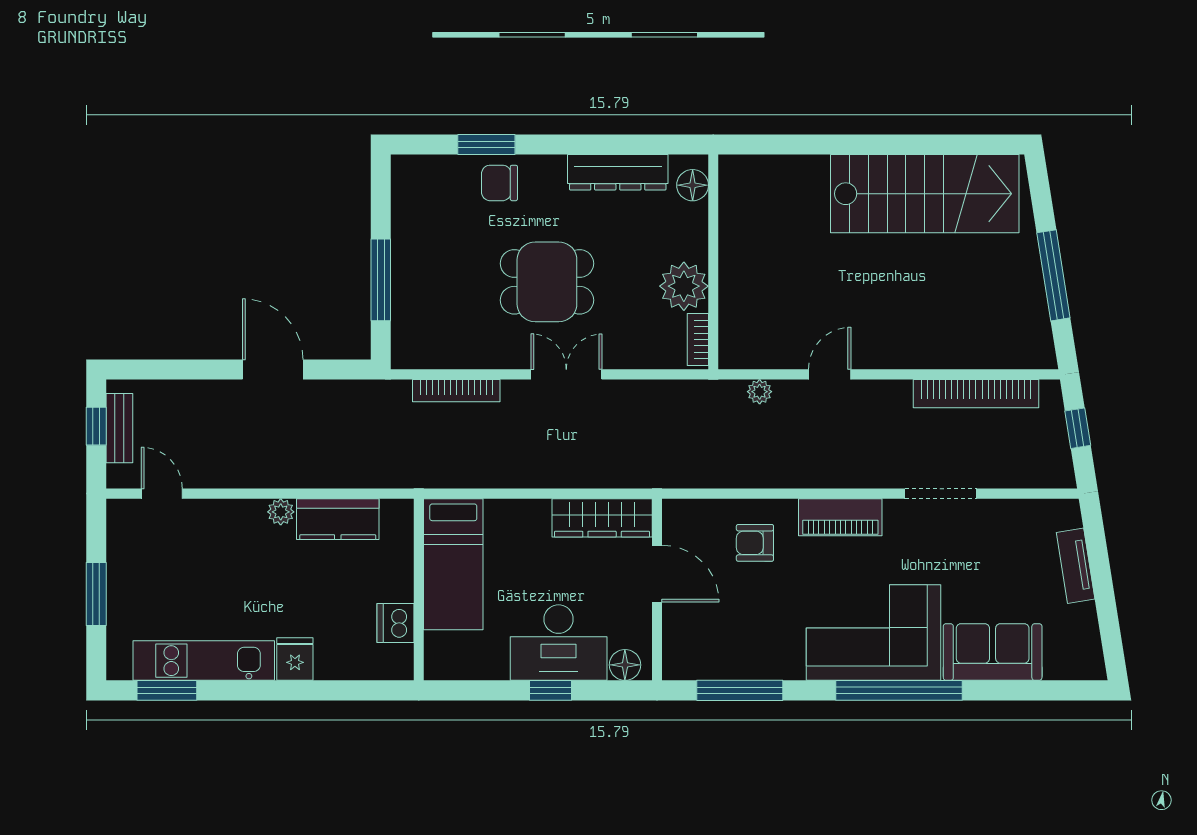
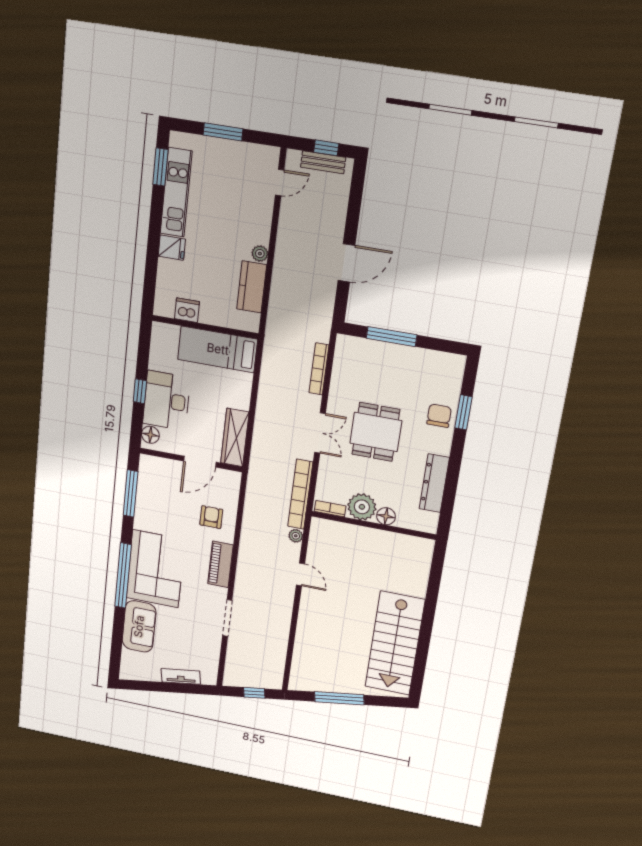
floor lamp: (693, 185) -> (386, 516), moved
bookcase: (976, 394) -> (300, 494), moved

